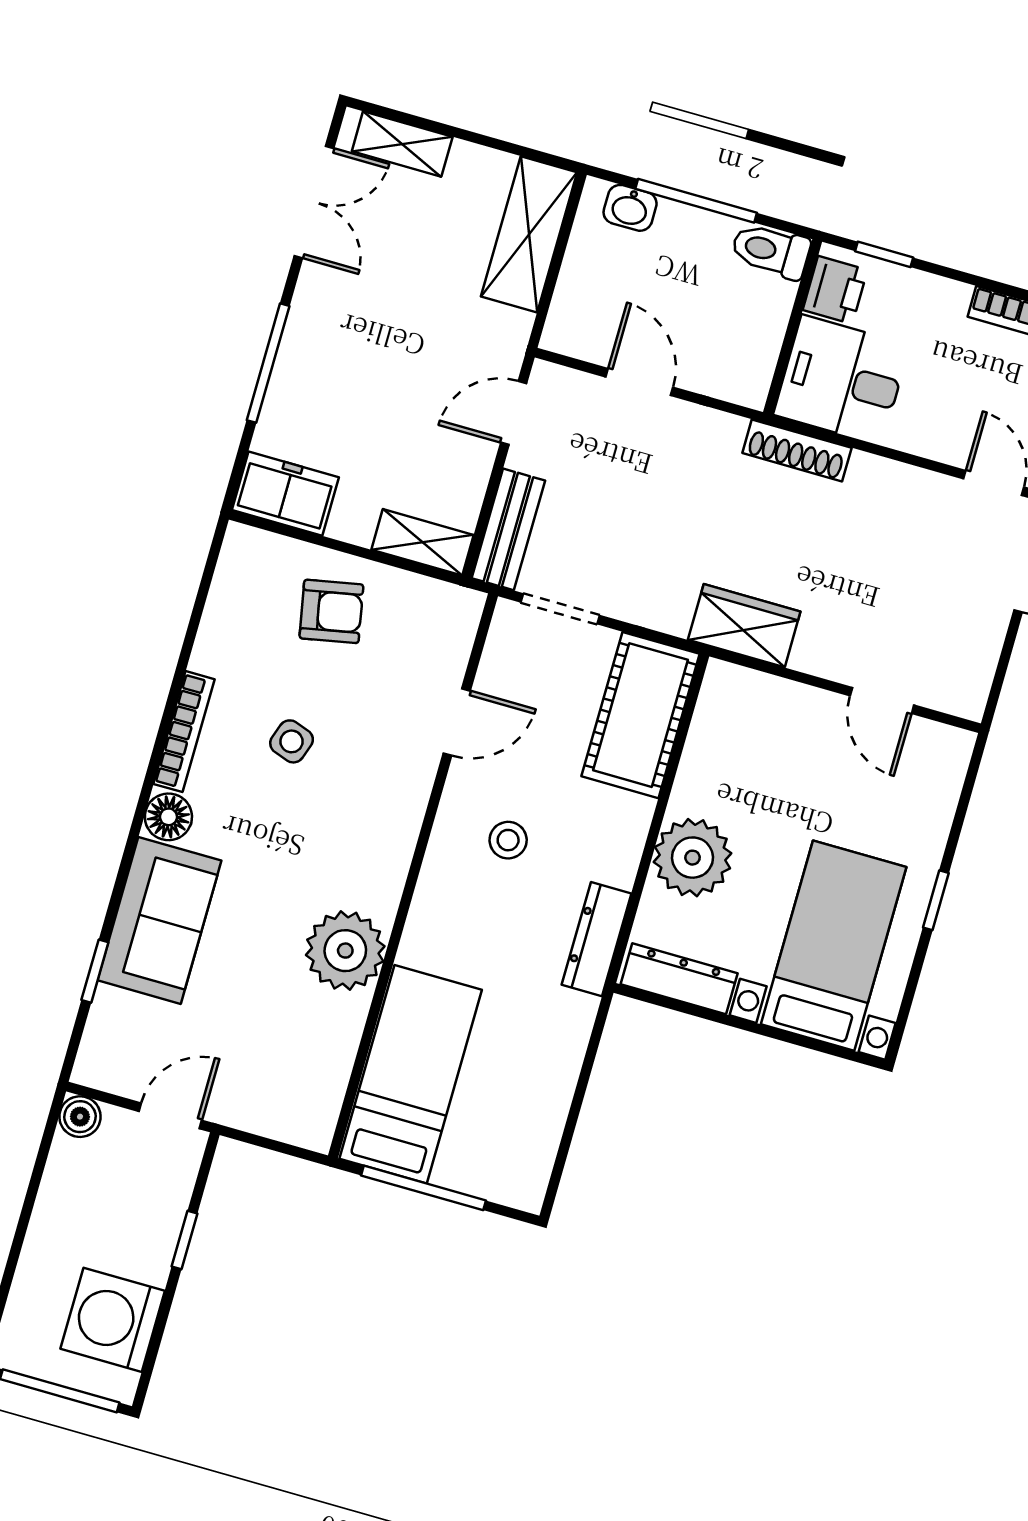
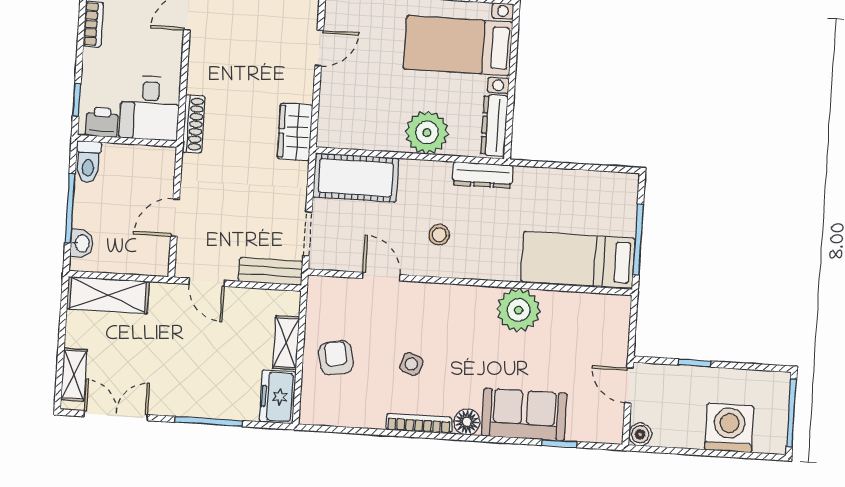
shelving: (423, 542) -> (286, 343), moved
washing machine: (113, 1320) -> (729, 428), moved, turned 180

